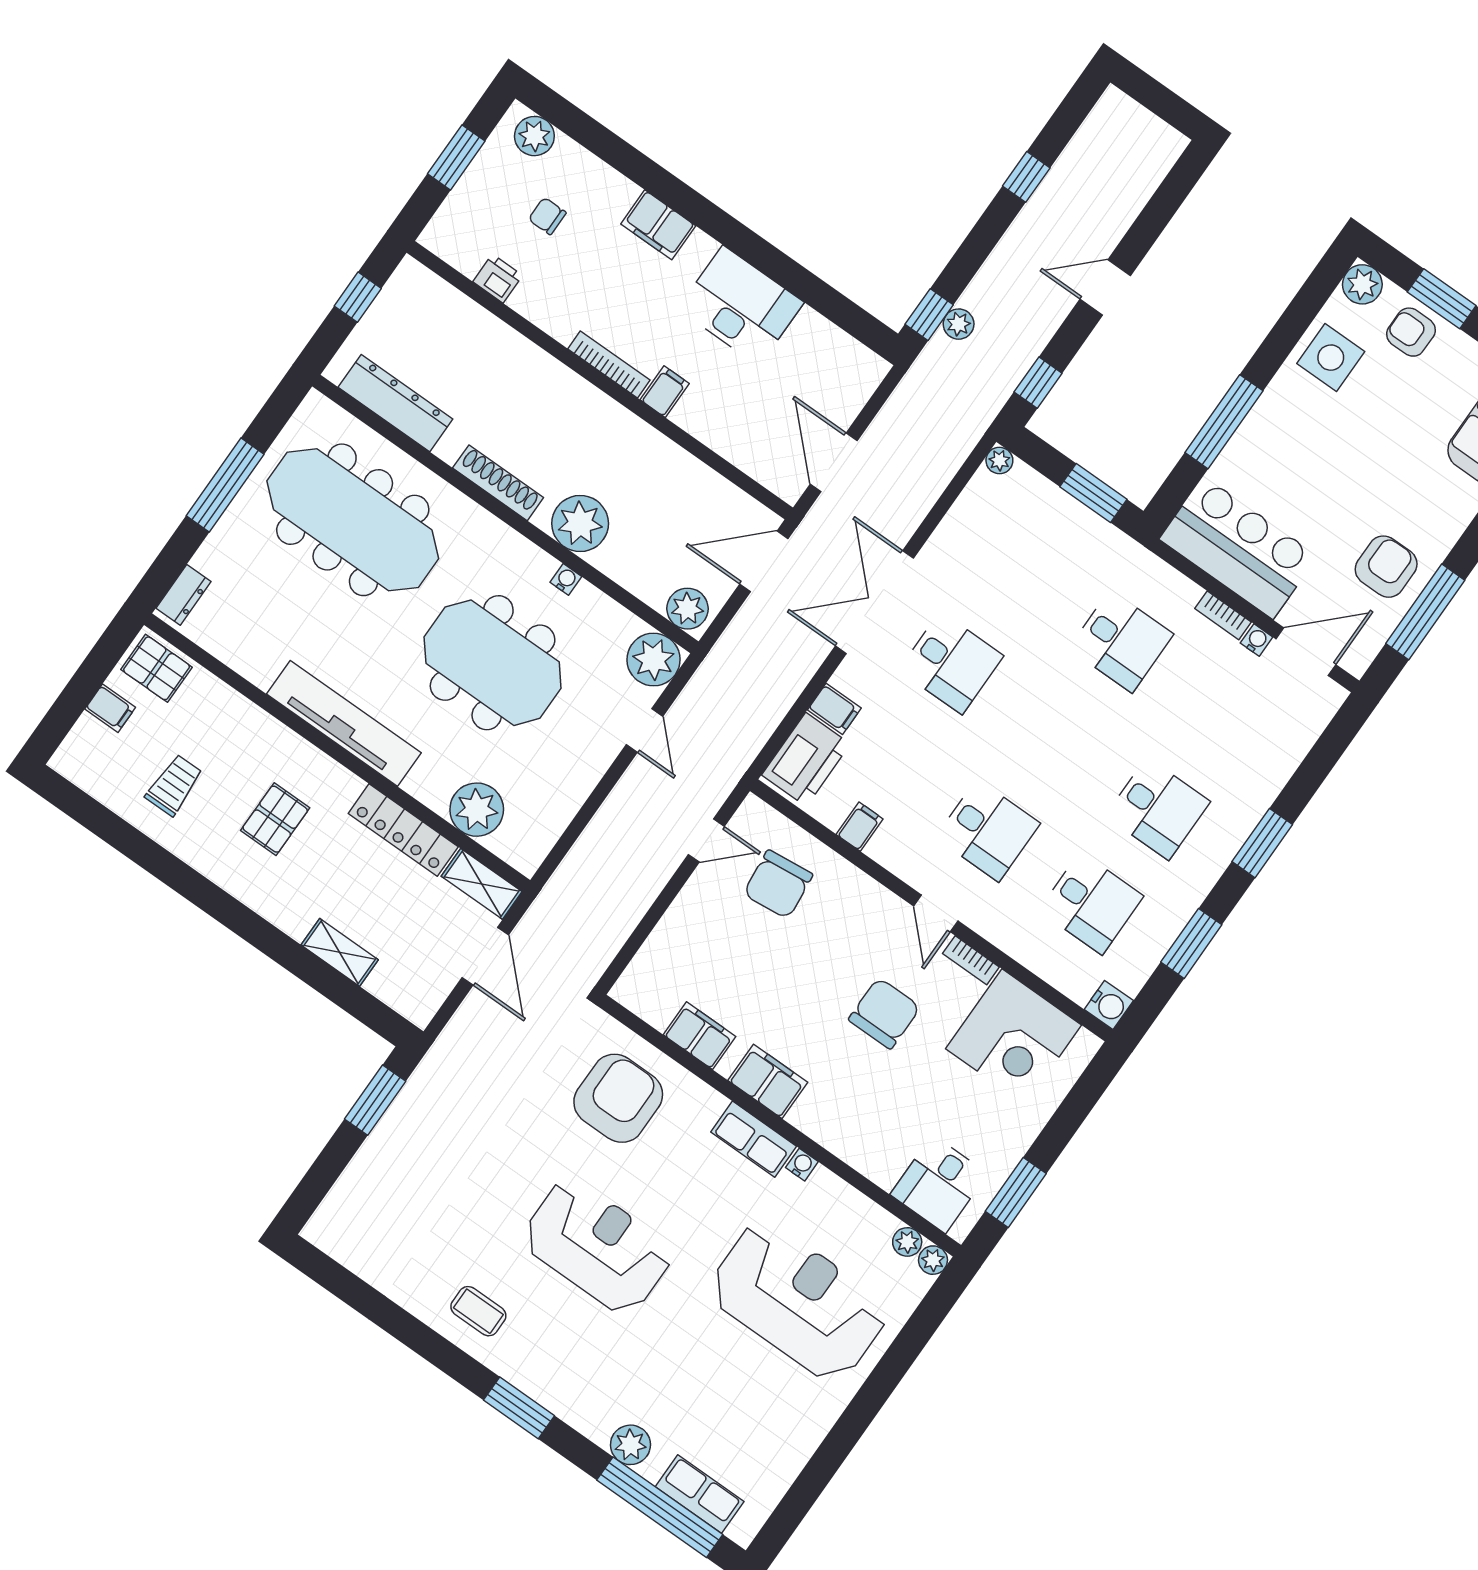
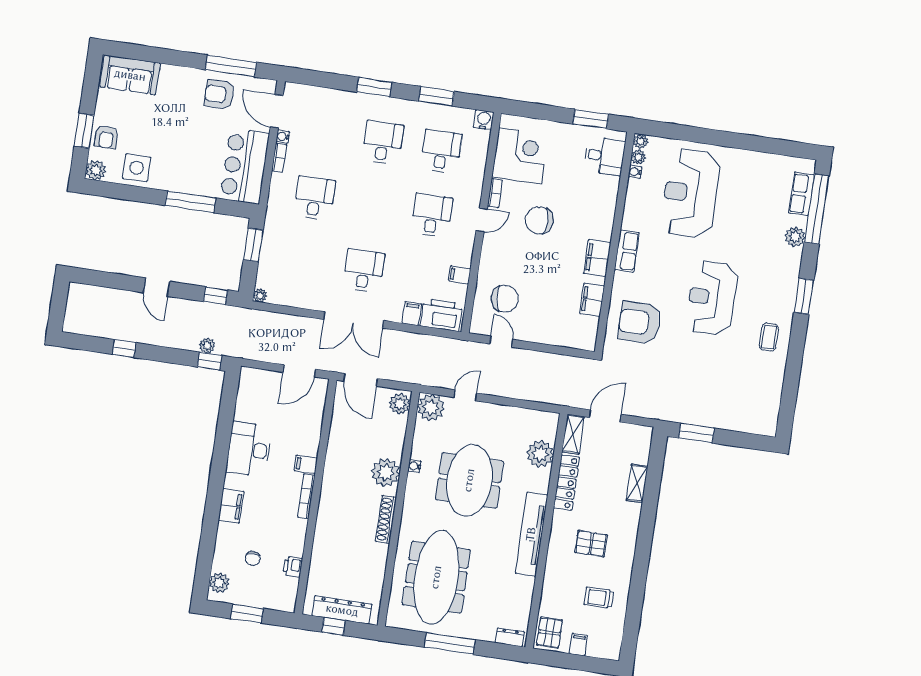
dresser: (395, 403) -> (342, 610), moved, turned 90
water cooler: (802, 1165) -> (635, 172), moved

